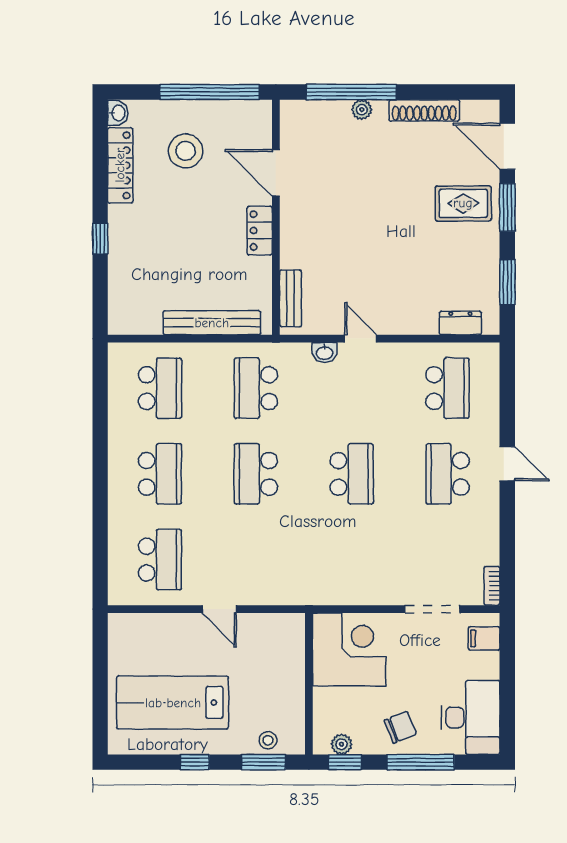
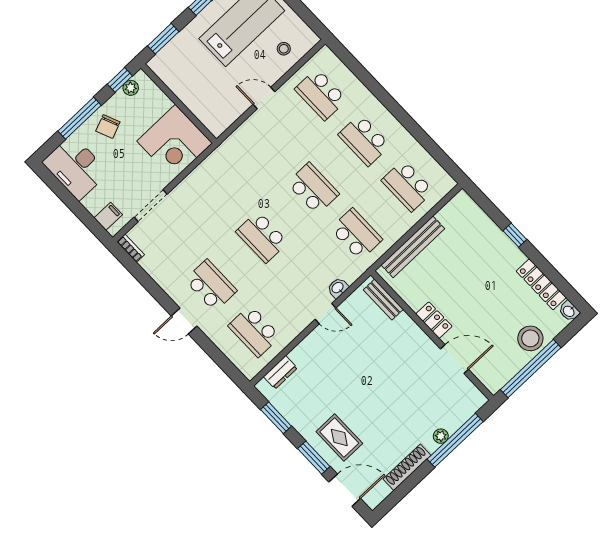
stool: (186, 151) -> (530, 338), moved
rug: (463, 203) -> (339, 437), turned 90
stool: (268, 740) -> (284, 49), moved

